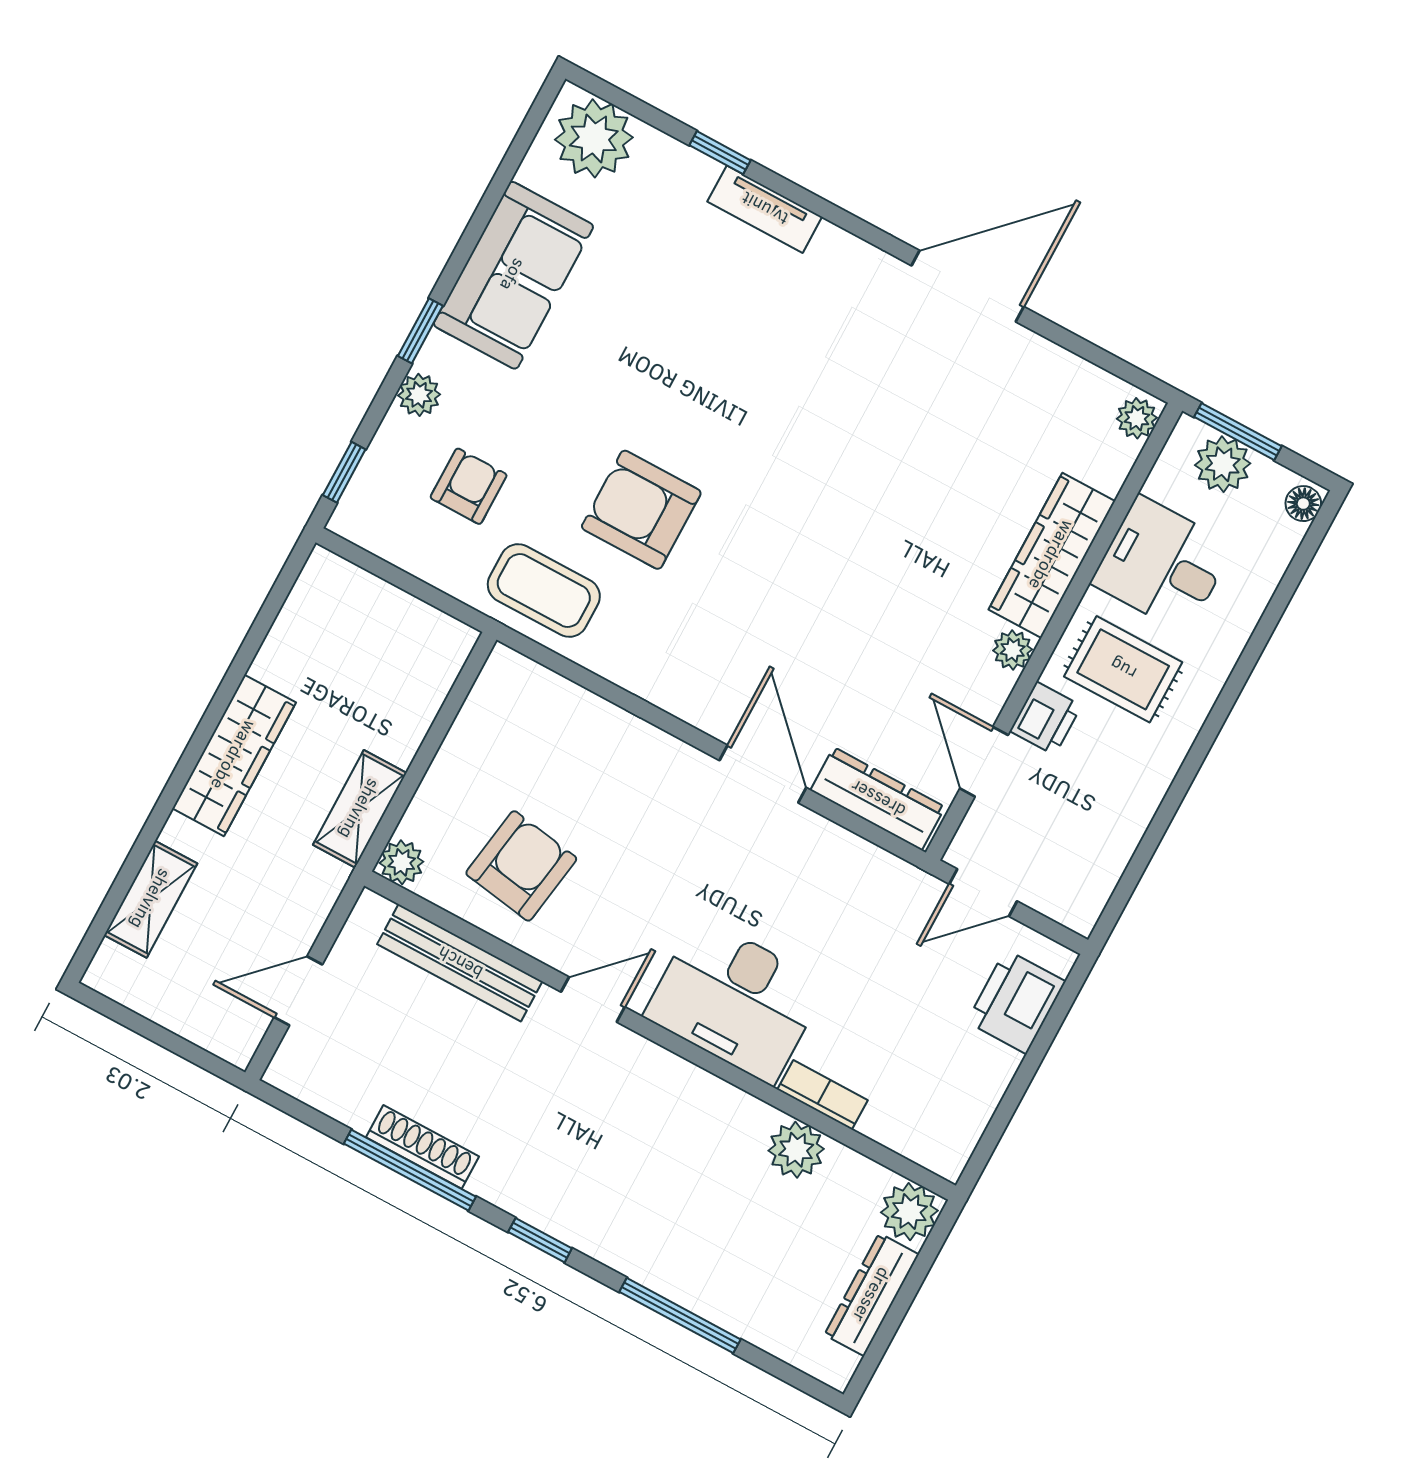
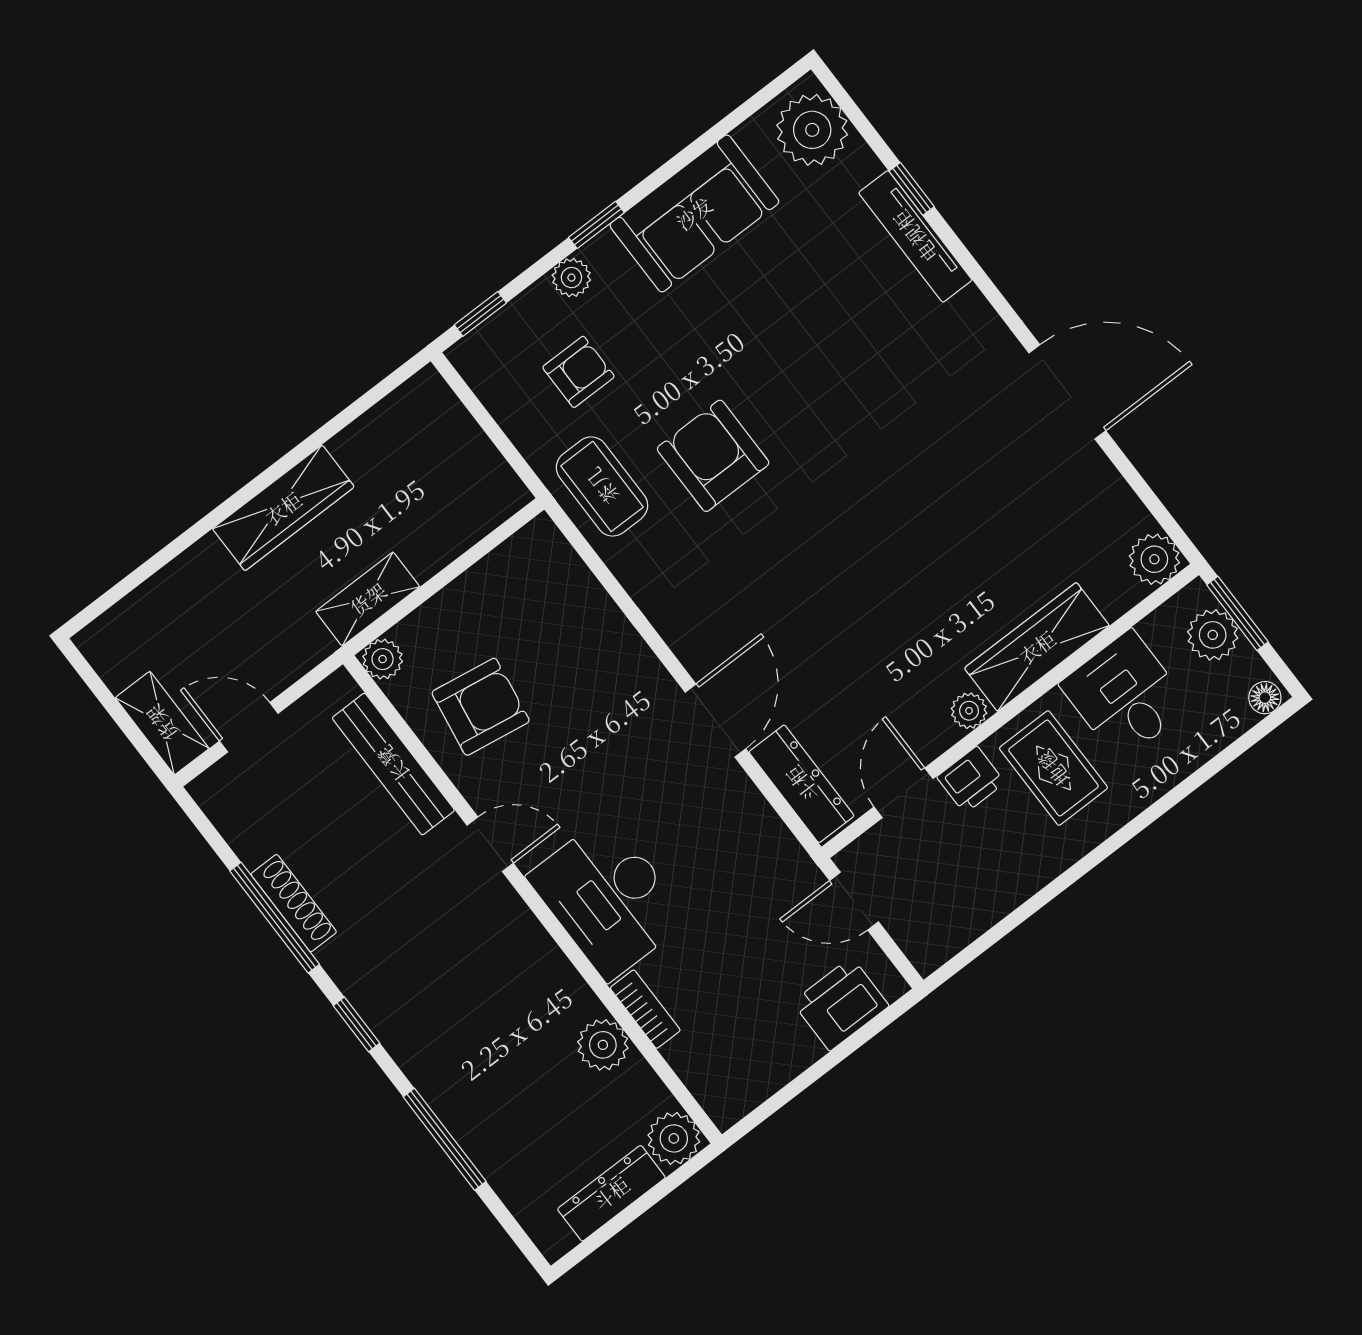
tv unit: (765, 209) -> (915, 236), width x1.41
plant: (1137, 418) -> (1154, 559), width x1.38, depth x1.38
shelving: (151, 899) -> (162, 723), moved, turned 90

